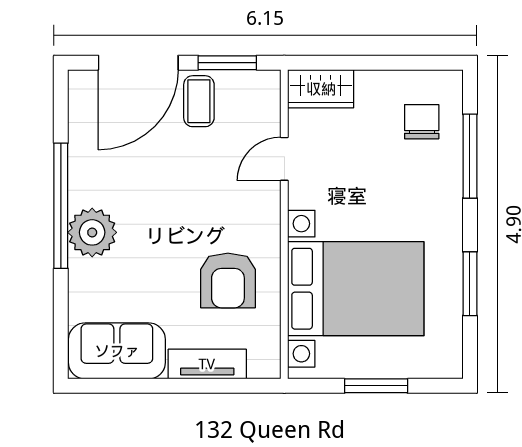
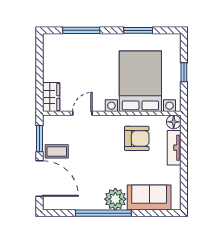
chair: (422, 122) -> (66, 52), removed
door: (284, 159) -> (82, 113), swing flipped
sofa: (117, 351) -> (149, 197), moved, turned 90
floor lamp: (265, 363) -> (174, 122), added
window: (376, 386) -> (184, 72), width x0.67

